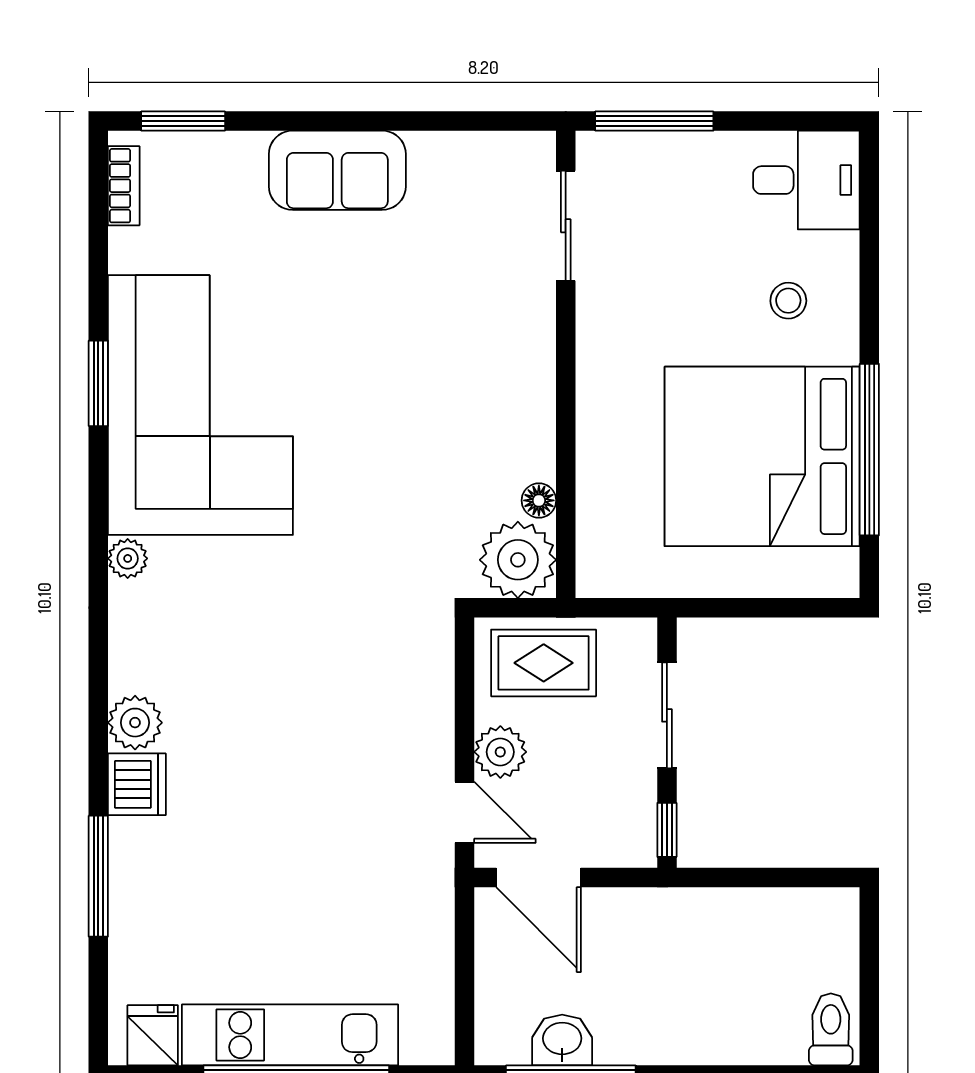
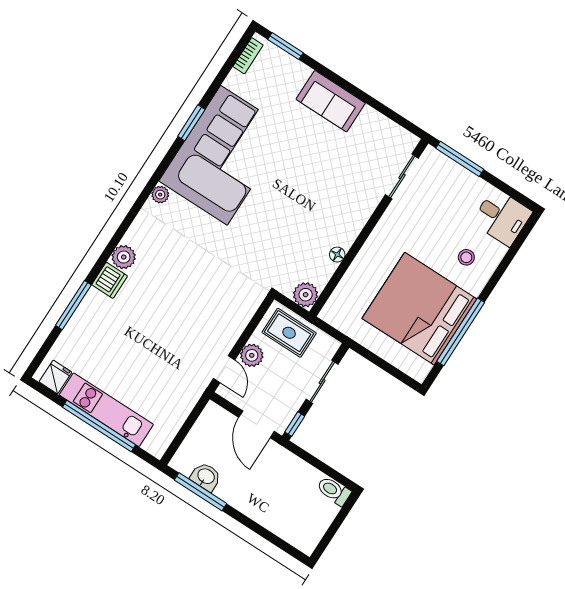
floor lamp: (539, 500) -> (337, 255), moved
plant: (518, 560) -> (306, 295), width x0.73, depth x0.73
door: (539, 878) -> (256, 424), moved
toilet: (831, 1029) -> (334, 491), moved, turned -90

